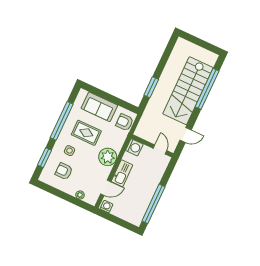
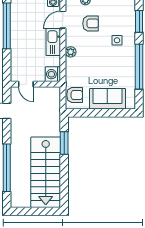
stairs: (188, 91) -> (46, 172), moved, turned 180
rug: (86, 133) -> (108, 66), removed
plant: (108, 157) -> (71, 52), width x0.53, depth x0.53
armchair: (64, 171) -> (91, 23), moved

